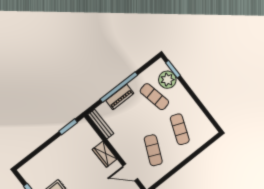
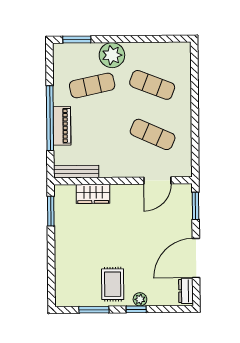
plant: (167, 80) -> (112, 55), moved
wardrobe: (105, 154) -> (93, 194), moved

